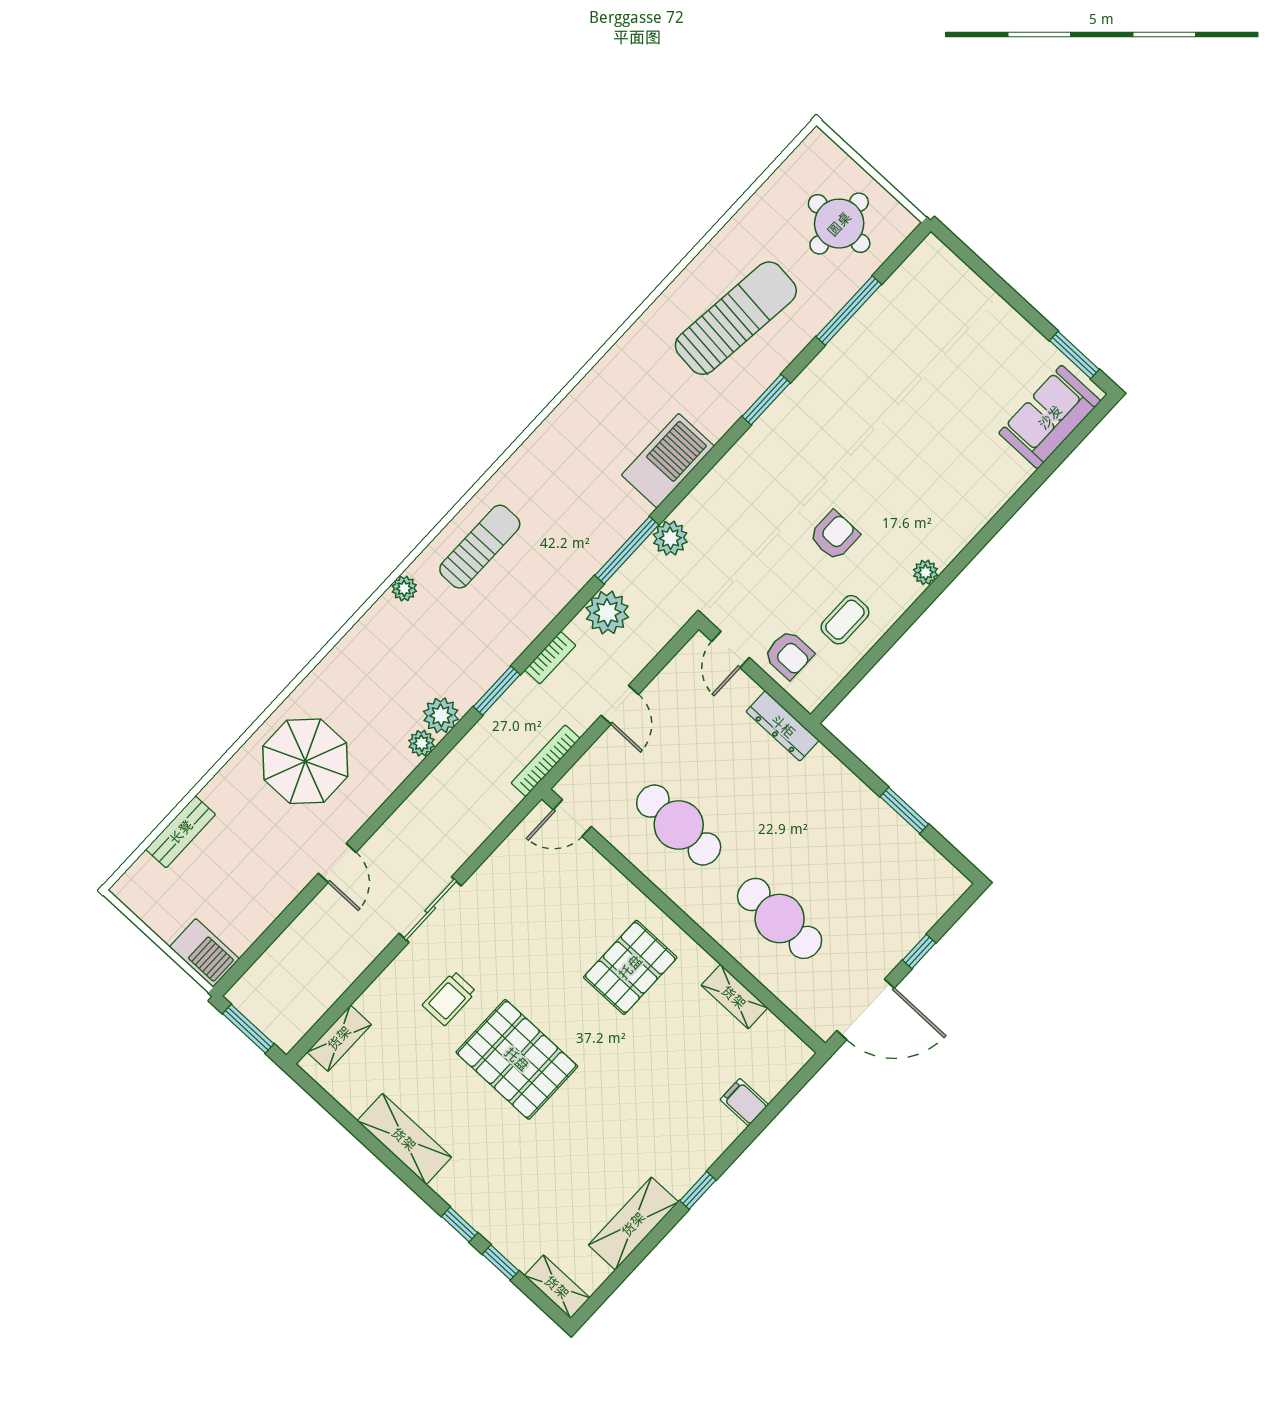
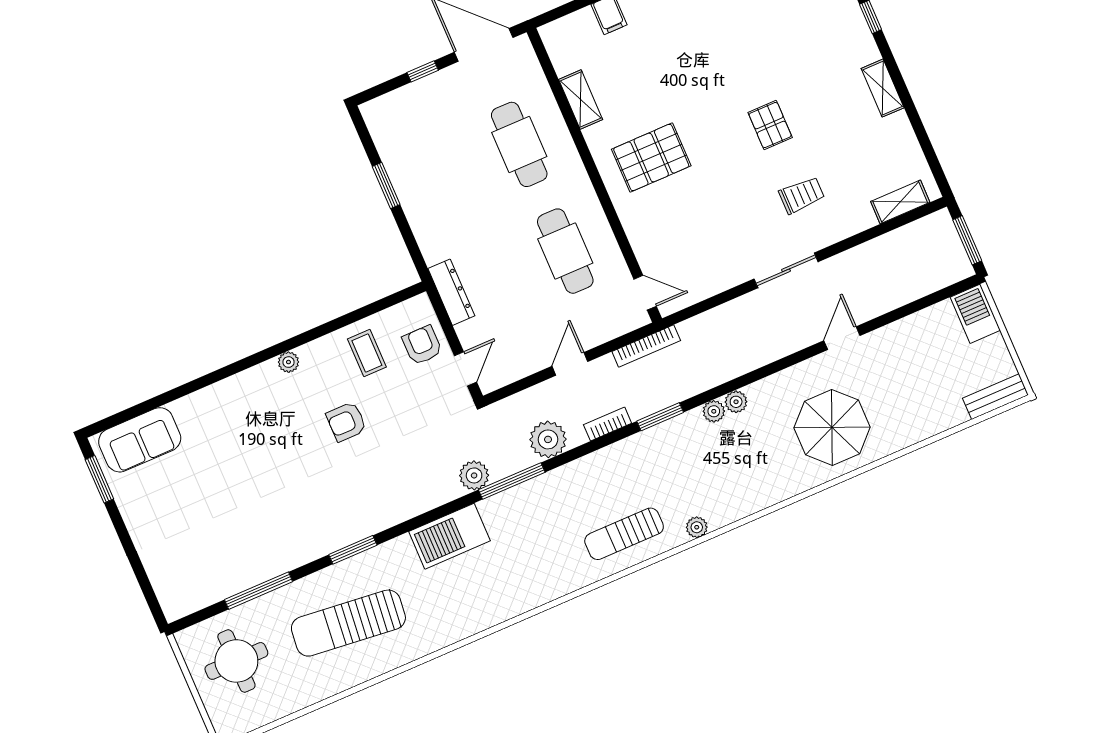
coffee table: (845, 620) -> (367, 353), turned 90
plant: (441, 715) -> (714, 411), width x0.73, depth x0.73
bench: (181, 832) -> (995, 397), moved
pallet: (517, 1059) -> (770, 125), width x0.49, depth x0.50
shelving: (404, 1139) -> (883, 88), width x0.67, depth x0.75

